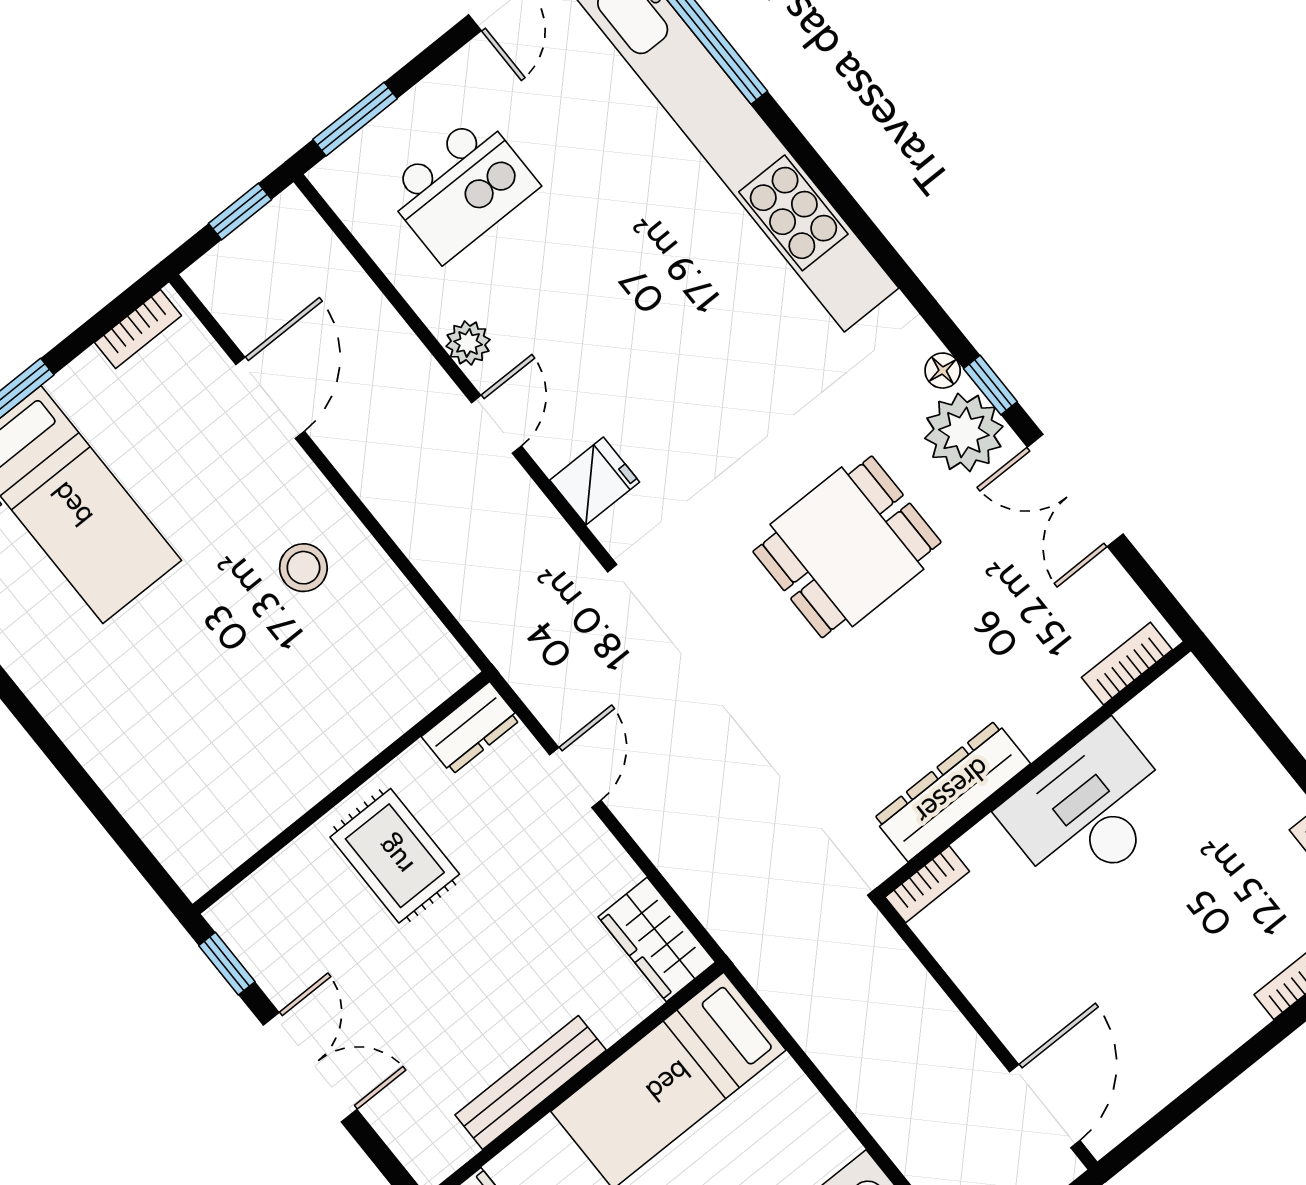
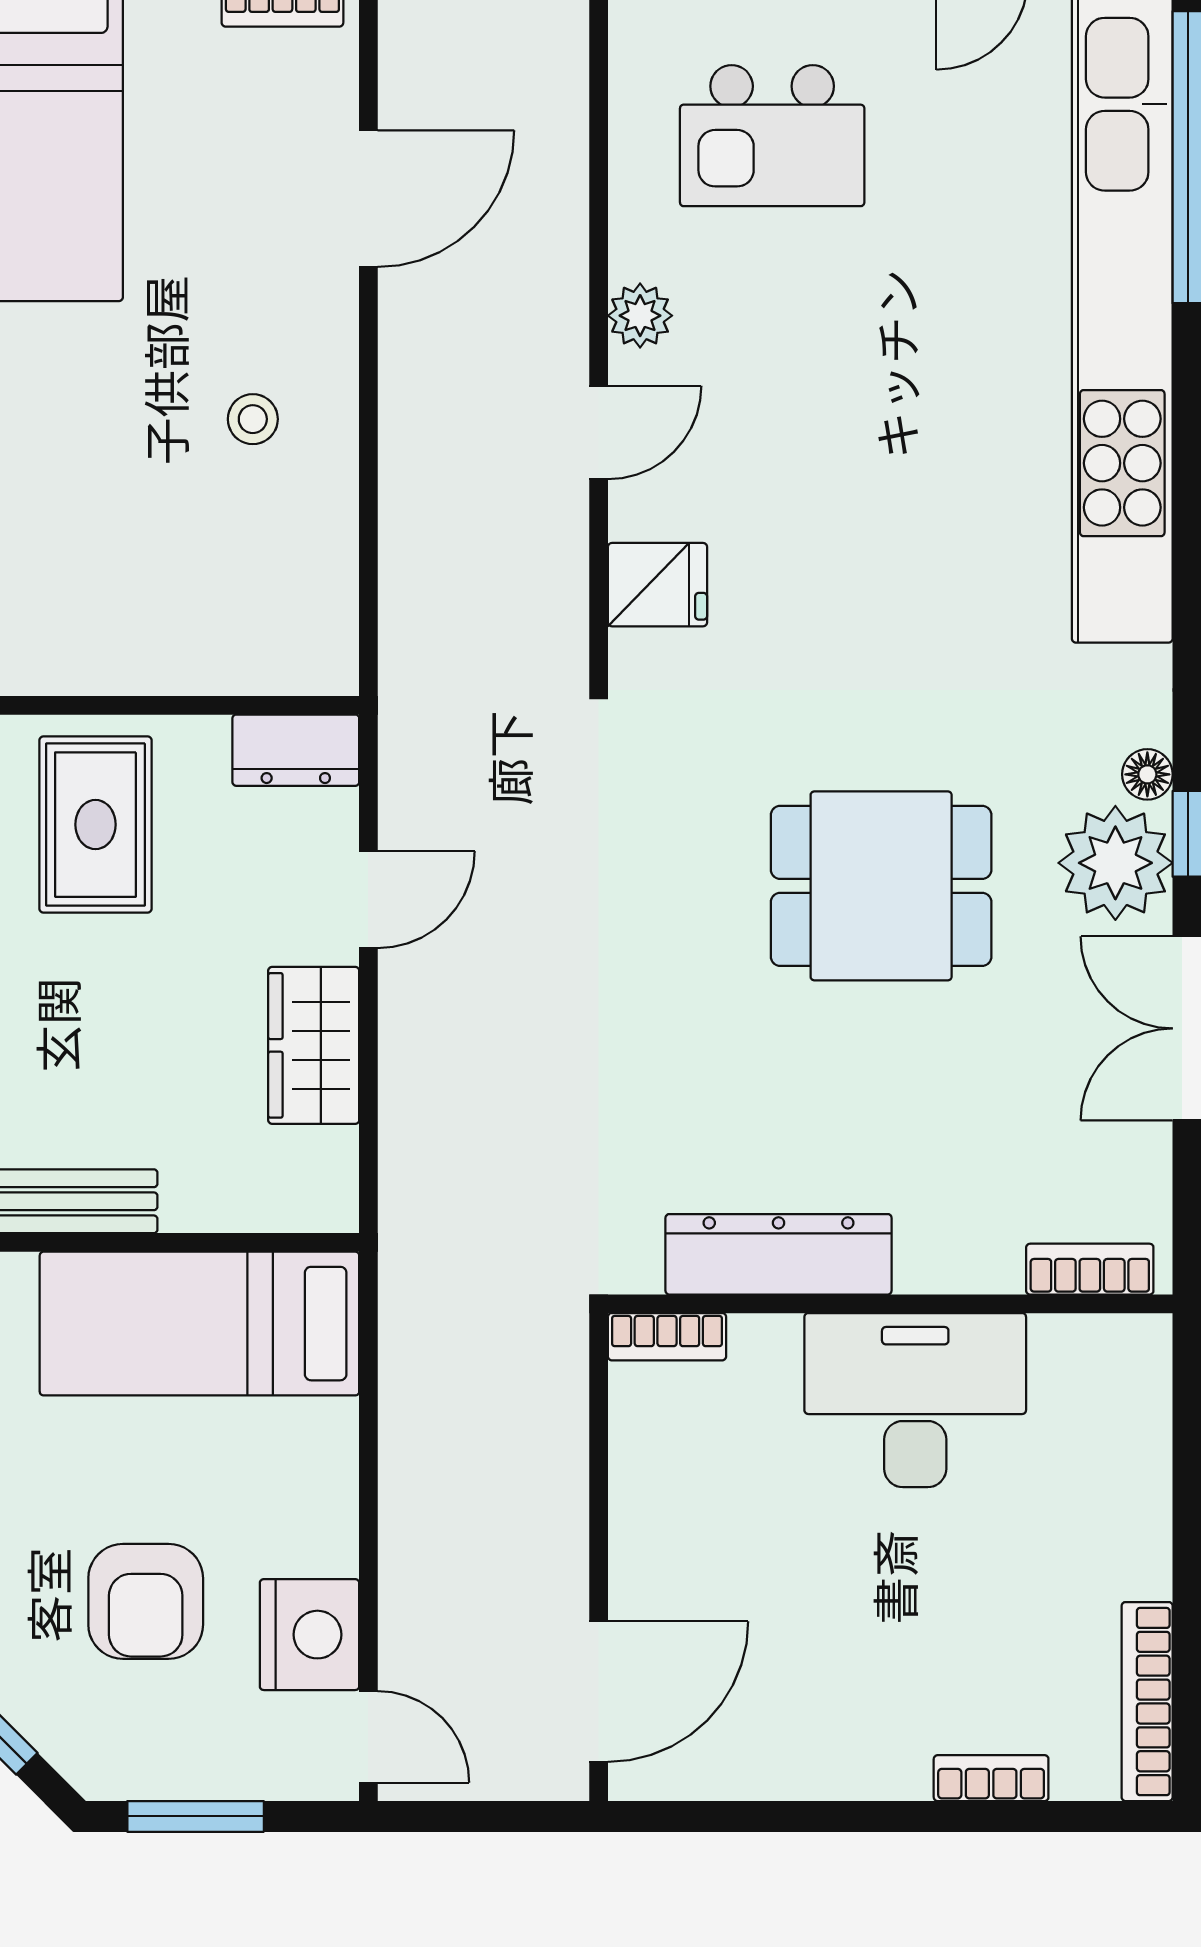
stool: (303, 568) -> (253, 419), width x0.73, depth x0.73
wardrobe: (657, 940) -> (314, 1045), moved

